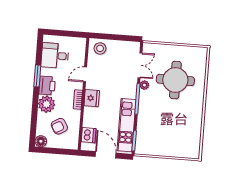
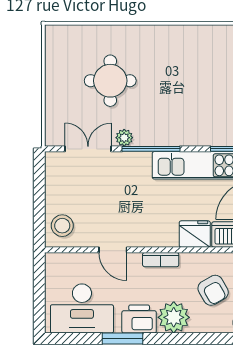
desk: (55, 56) -> (82, 308), width x1.37
round table: (175, 80) -> (110, 81), width x0.73, depth x0.73
fridge: (92, 98) -> (195, 234), moved

